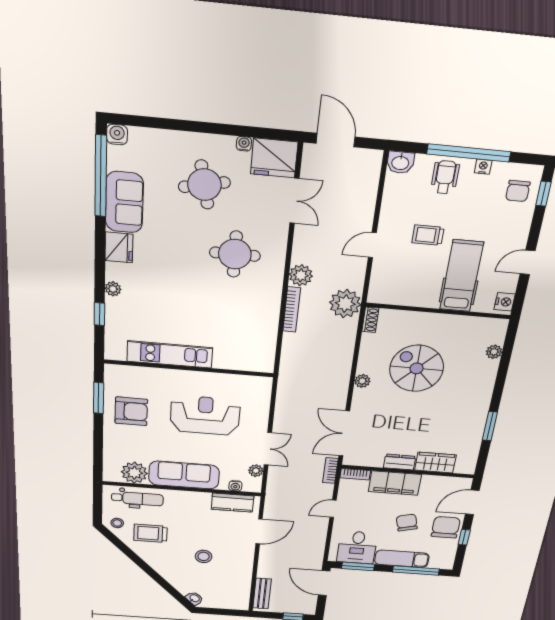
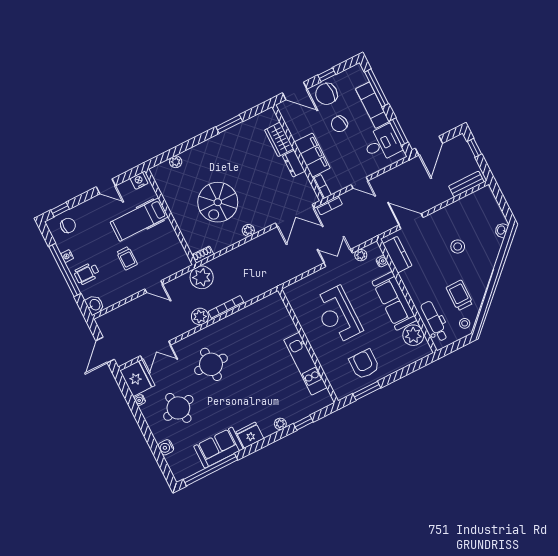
water cooler: (117, 134) -> (166, 447), moved
double door: (294, 201) -> (156, 350), swing flipped
trolley: (150, 533) -> (460, 295), turned 180

